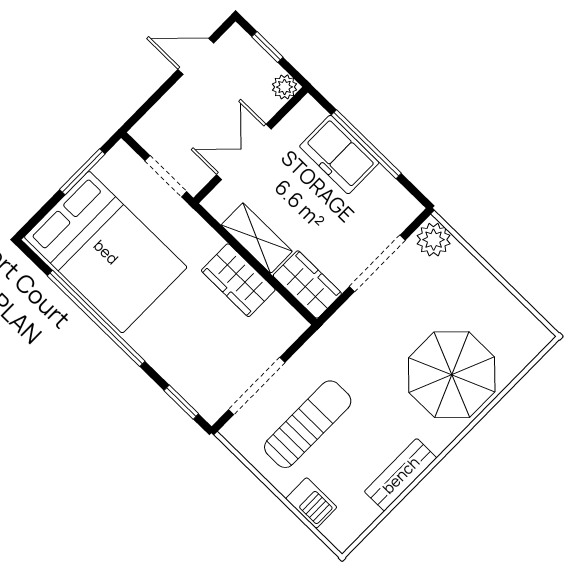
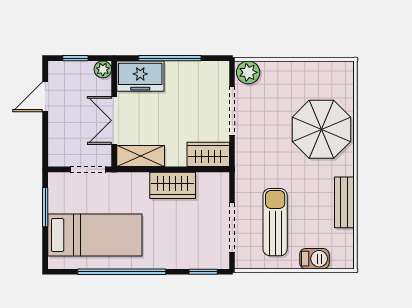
freezer: (339, 155) -> (140, 76), moved
shelving: (257, 238) -> (141, 156), moved
bed: (106, 252) -> (95, 235), width x0.67

